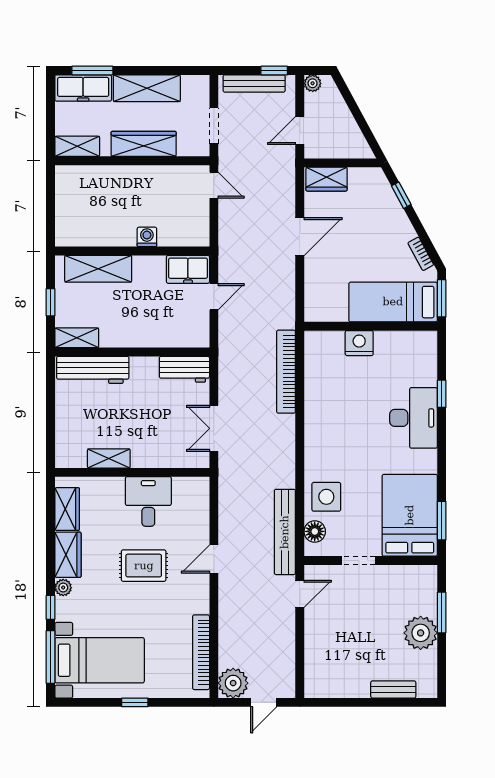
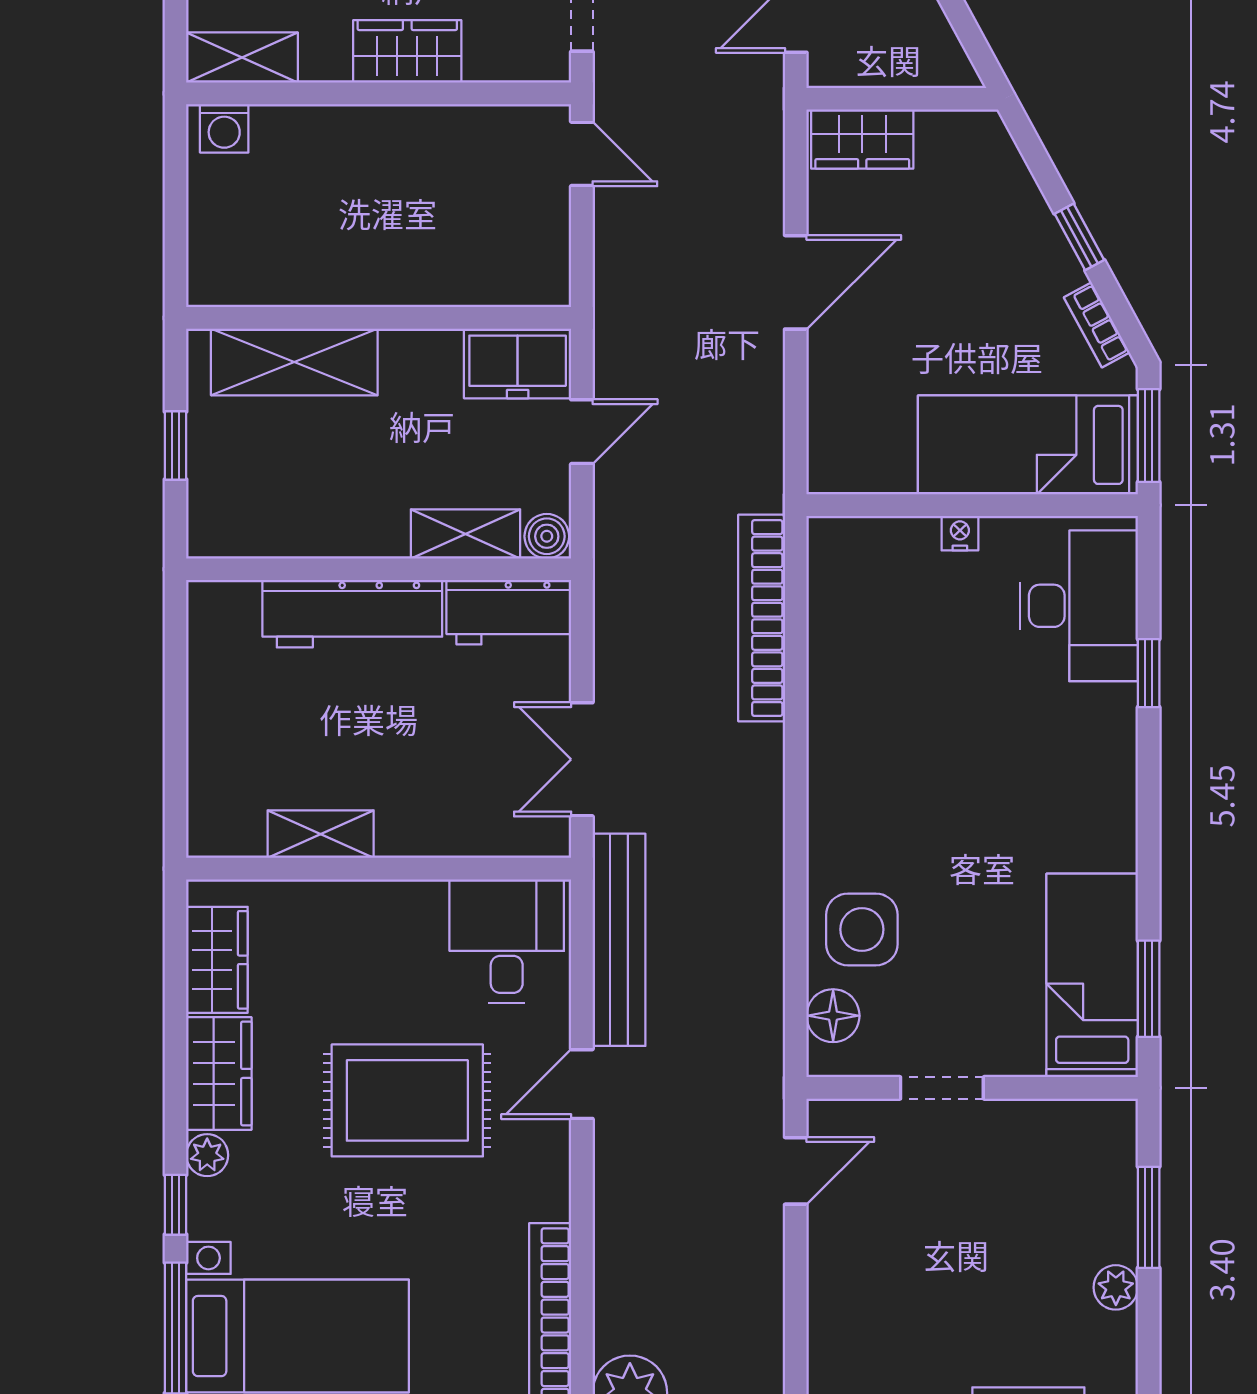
wardrobe: (144, 144) -> (407, 51), width x0.67
window: (401, 195) -> (1079, 237), moved
washing machine: (147, 237) -> (224, 128), moved, turned 180
shelving: (77, 338) -> (466, 534), moved
boiler: (200, 339) -> (547, 536), added
nightstand: (359, 343) -> (960, 533), width x0.53, depth x0.56
workbench: (93, 370) -> (352, 614), moved
desk: (414, 418) -> (1079, 606), moved
desk: (148, 501) -> (507, 941), moved
bed: (410, 515) -> (1092, 975), width x0.67
bench: (285, 532) -> (619, 940), moved
rug: (144, 566) -> (407, 1100), width x1.36, depth x1.43
plant: (421, 633) -> (1116, 1287), width x0.53, depth x0.53

